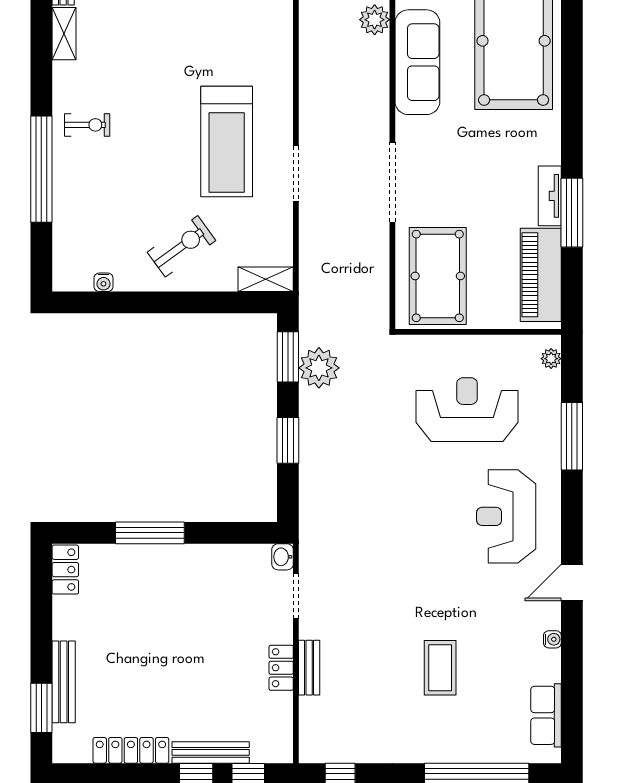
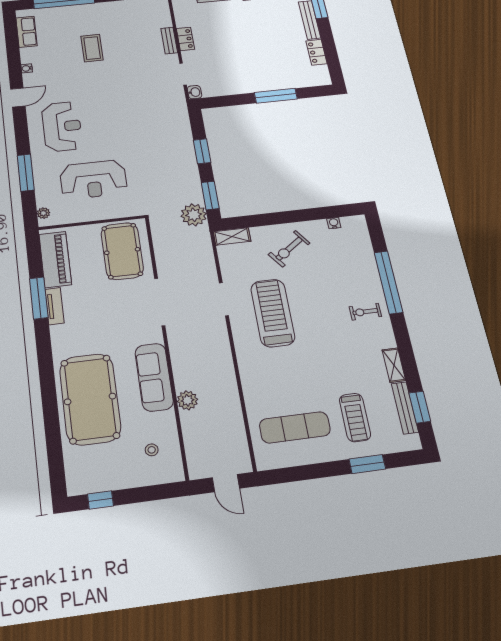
plant: (319, 368) -> (194, 215), moved
locker: (65, 570) -> (316, 52), moved

